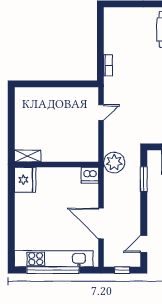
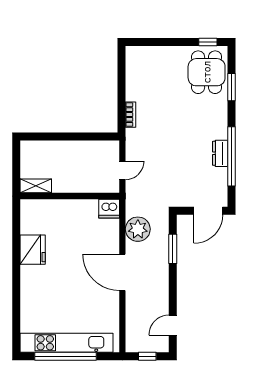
shelving: (28, 156) -> (36, 186), moved
wall: (56, 165) -> (70, 196), moved
dishwasher: (90, 175) -> (109, 209), moved
door: (101, 224) -> (122, 272), moved

